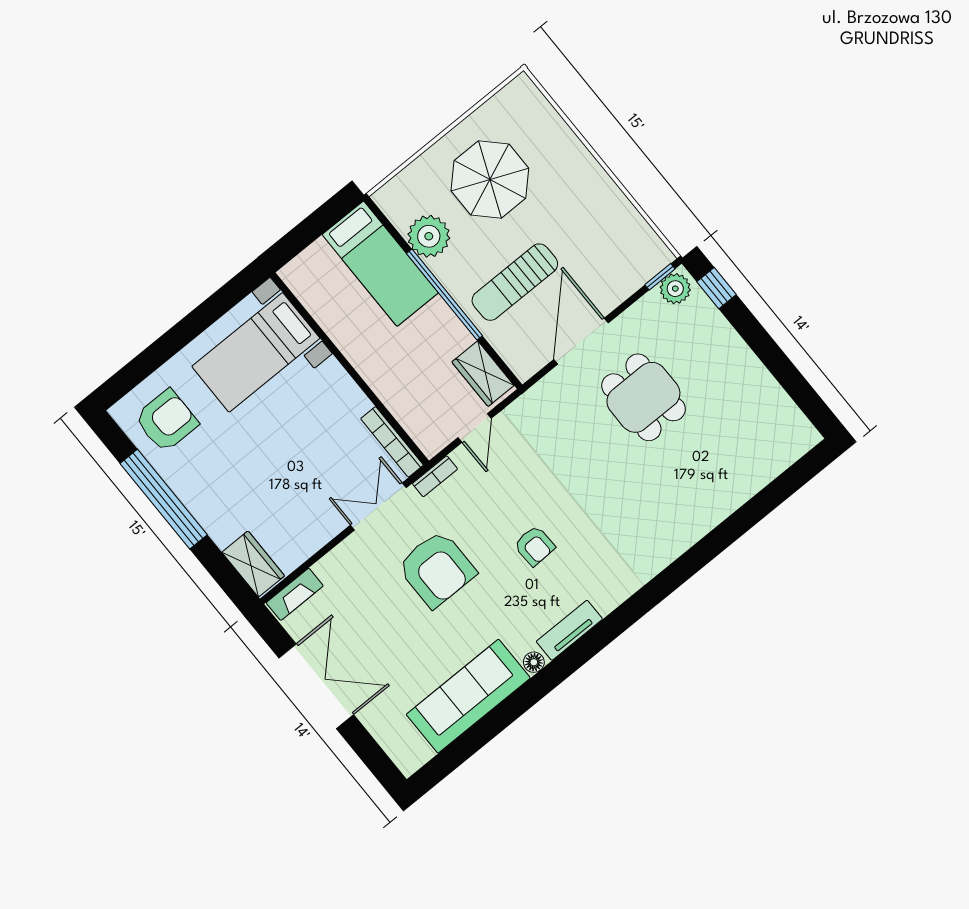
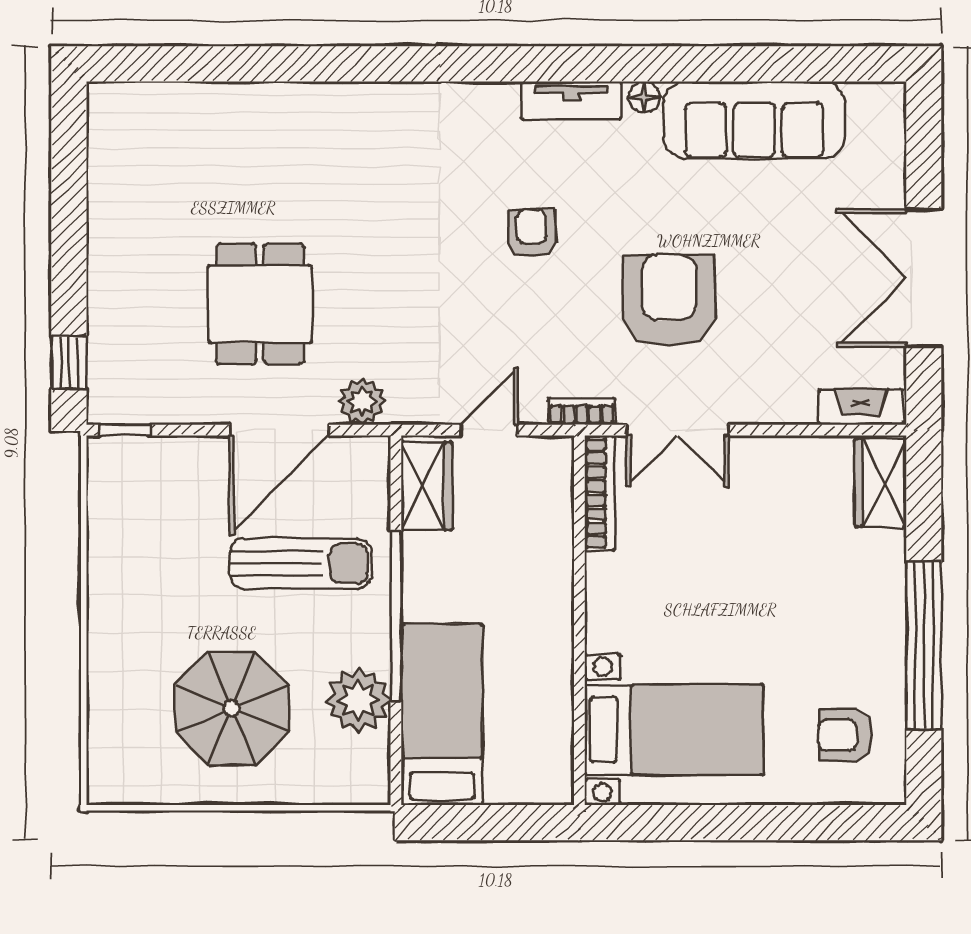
plant: (675, 289) -> (362, 401), moved
armchair: (166, 421) -> (845, 735), width x0.72, depth x0.72

